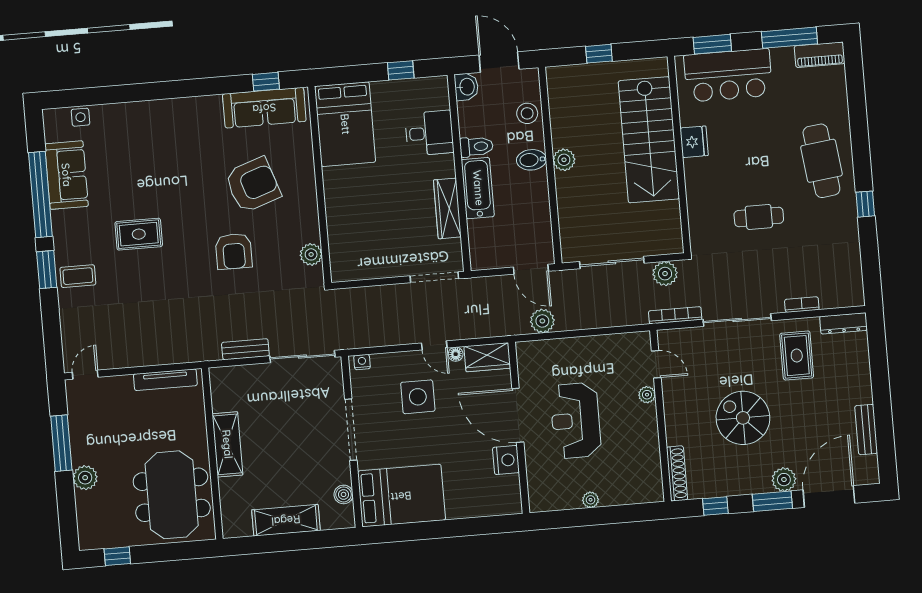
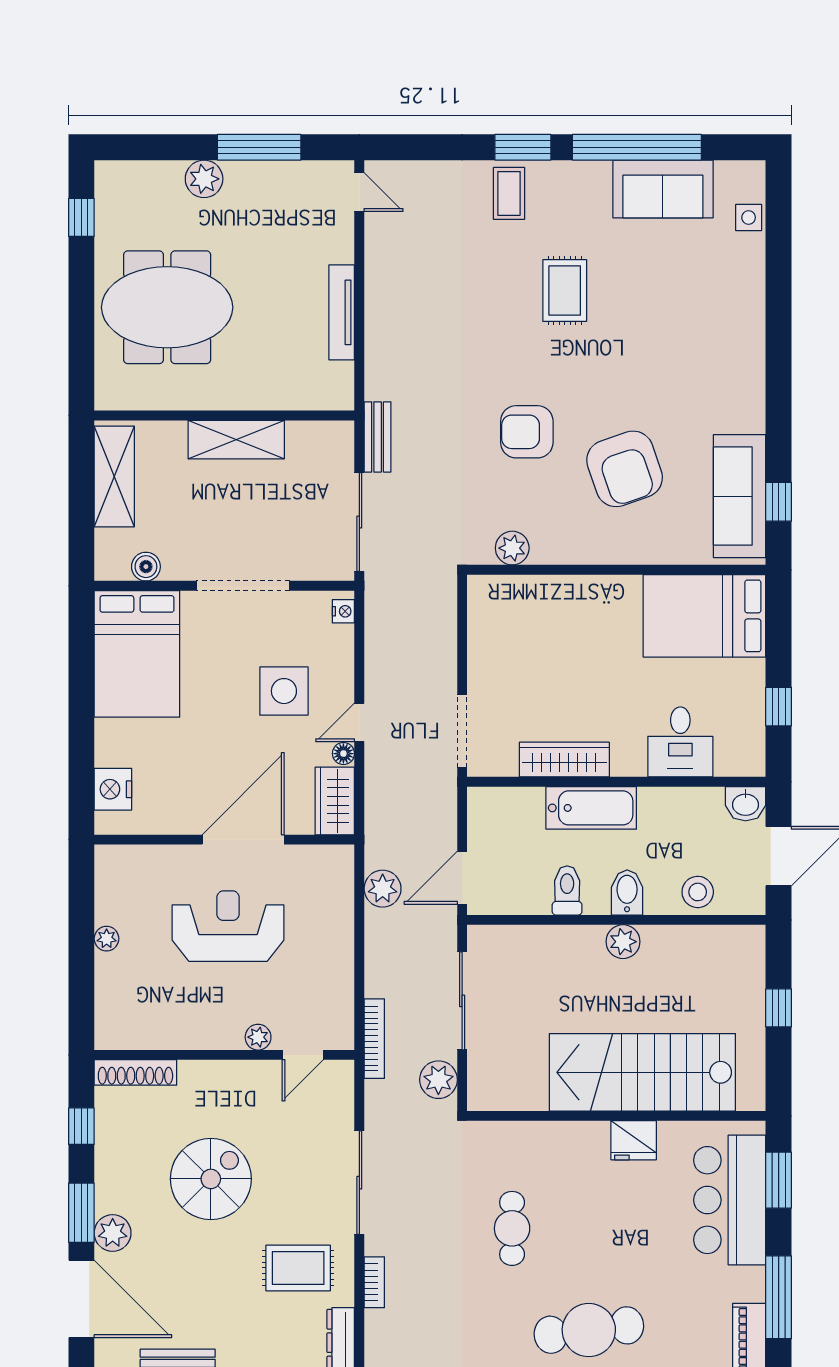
toilet: (476, 147) -> (567, 891), moved, turned 180
bookcase: (675, 315) -> (374, 1039), moved
shelving: (227, 444) -> (236, 440), moved
wall: (212, 454) -> (224, 416), moved
nightstand: (506, 460) -> (113, 789), moved, turned 90

